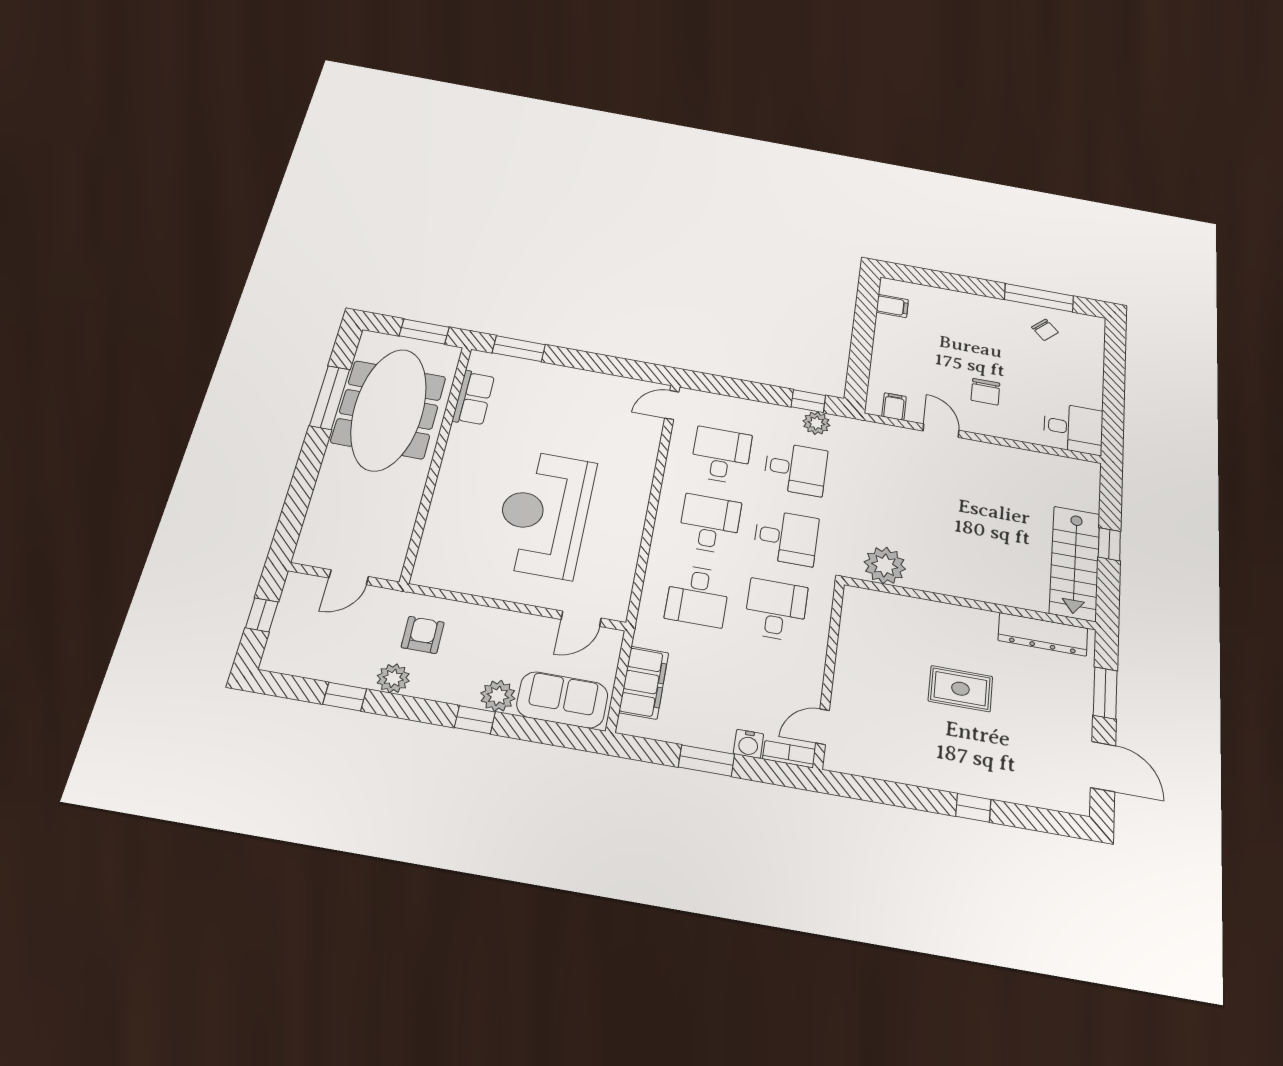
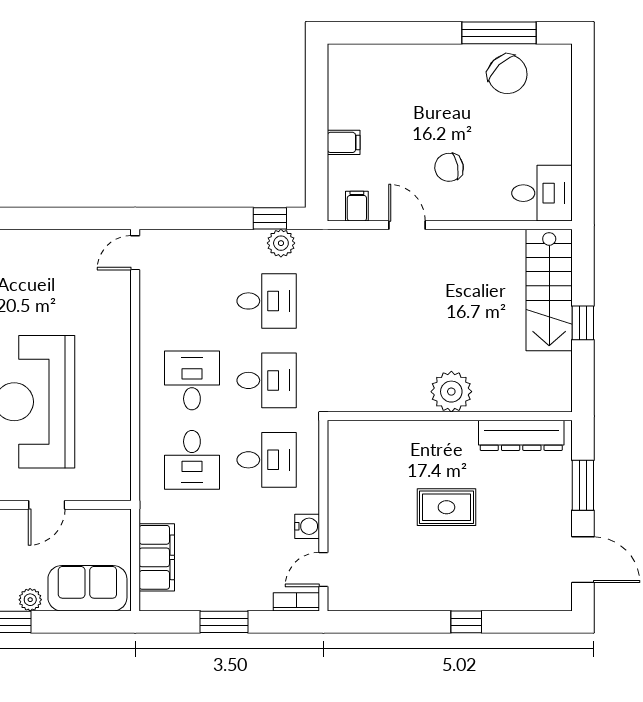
filing cabinet: (892, 306) -> (344, 142), moved
chair: (1045, 330) -> (507, 74), width x1.87, depth x1.87
chair: (985, 392) -> (449, 167), turned 79
desk: (721, 455) -> (192, 301), removed
stairs: (1075, 563) -> (549, 290), moved
plant: (885, 565) -> (451, 392), moved
desk: (776, 610) -> (267, 460), turned 90
door: (581, 619) -> (47, 505), moved
plant: (498, 696) -> (30, 600), width x0.73, depth x0.73
water cooler: (748, 744) -> (307, 526), moved, turned -90

